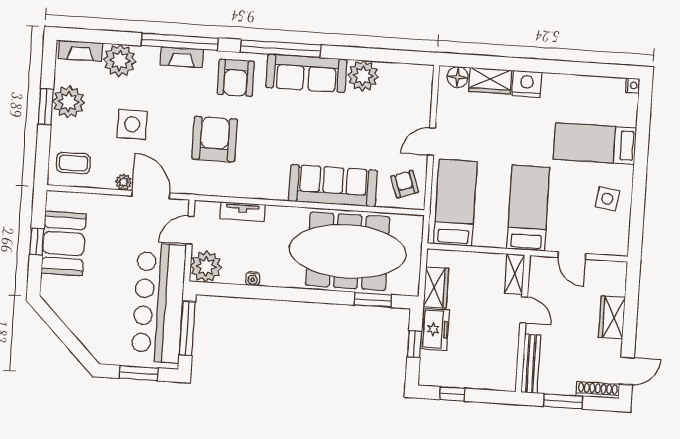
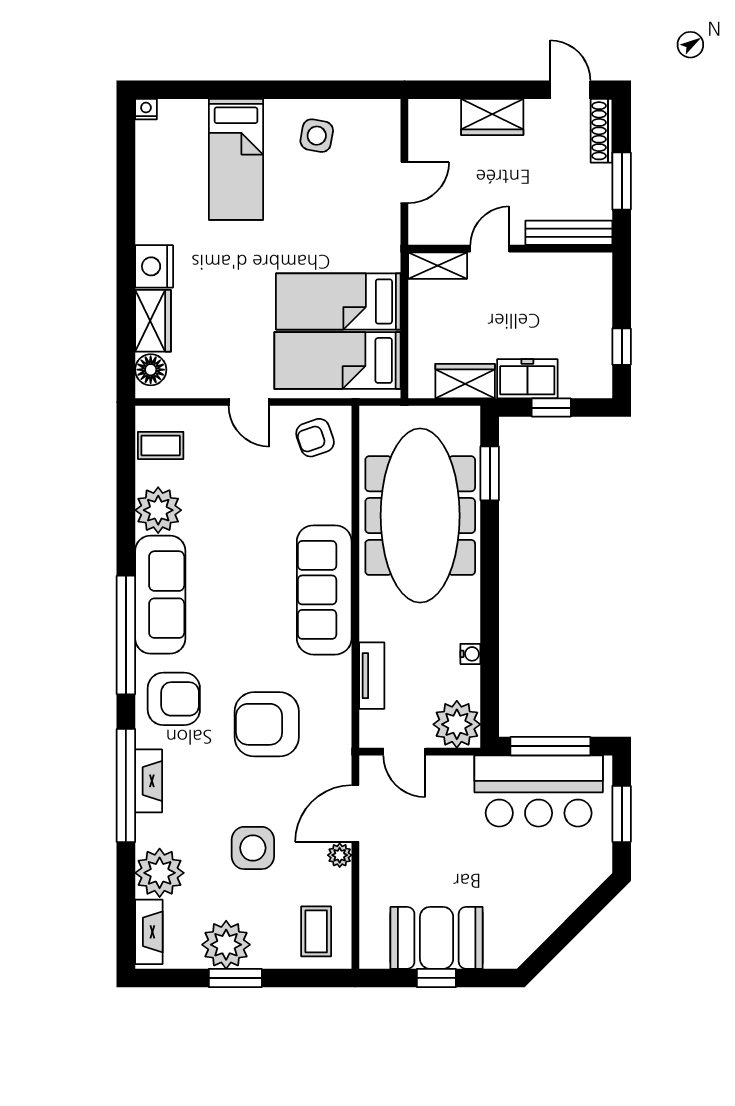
coffee table: (406, 80) -> (161, 445), added
sofa: (333, 186) -> (324, 590), moved
bed: (528, 208) -> (338, 301), moved
bar counter: (159, 303) -> (539, 791), width x0.73

